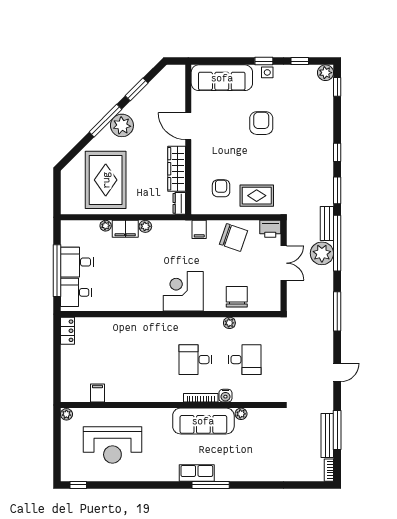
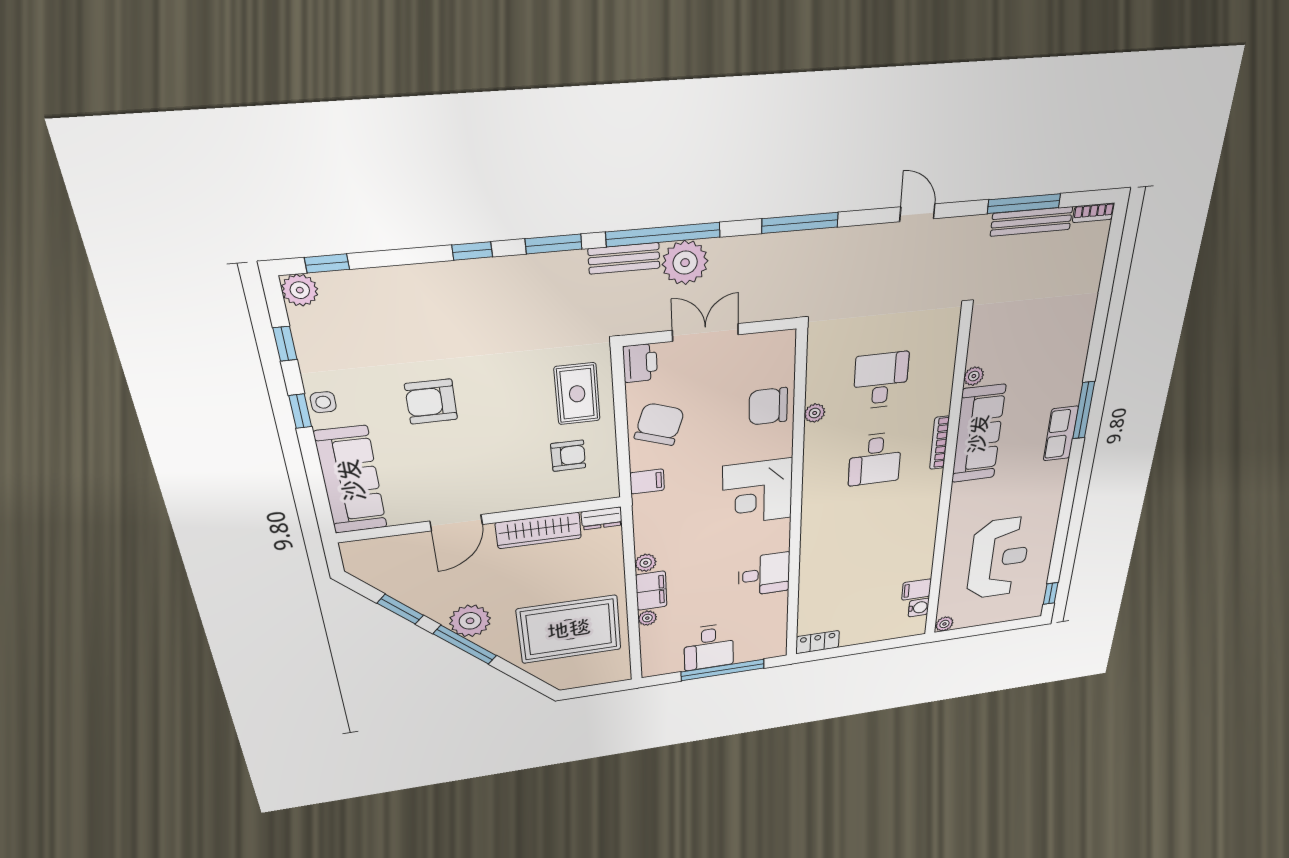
armchair: (221, 188) -> (568, 456), turned 180
desk: (76, 292) -> (764, 574), moved, turned -90
water cooler: (225, 396) -> (919, 608), moved

